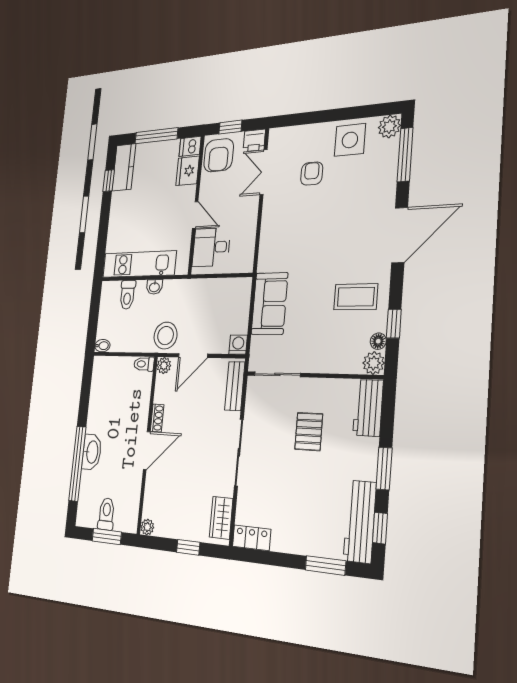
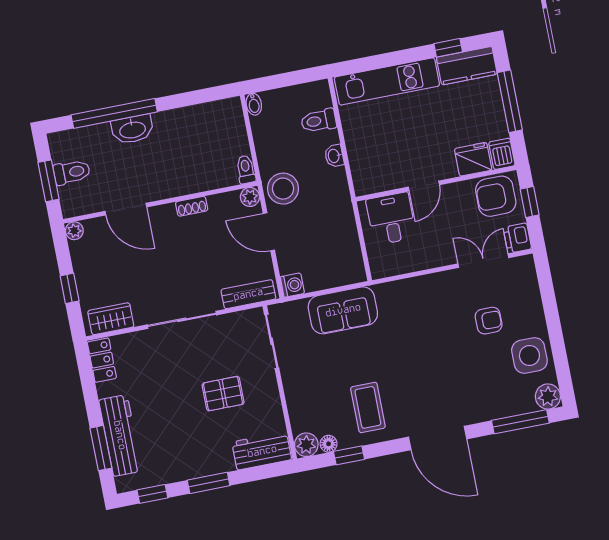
kitchen unit: (139, 264) -> (387, 81), moved, turned 90
door: (147, 451) -> (126, 209), moved
workbench: (360, 521) -> (120, 435), moved, turned 90

